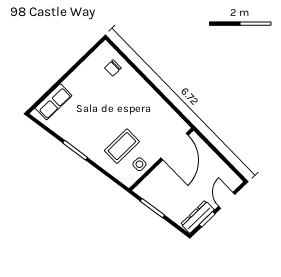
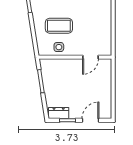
door: (175, 147) -> (90, 57), width x0.53
dresser: (197, 217) -> (59, 113), width x0.70

